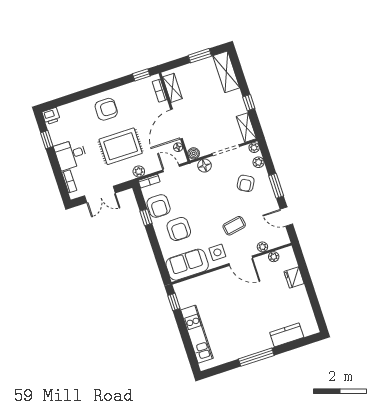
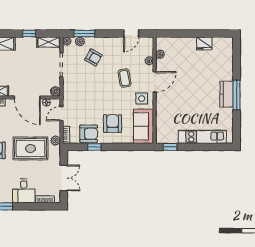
rug: (121, 146) -> (30, 149), turned 90
floor lamp: (204, 166) -> (68, 86), removed
window: (276, 186) -> (84, 33), moved
armchair: (179, 229) -> (113, 124), turned -90
fridge: (294, 277) -> (204, 43), moved
kitchen counter: (287, 335) -> (227, 94), moved

